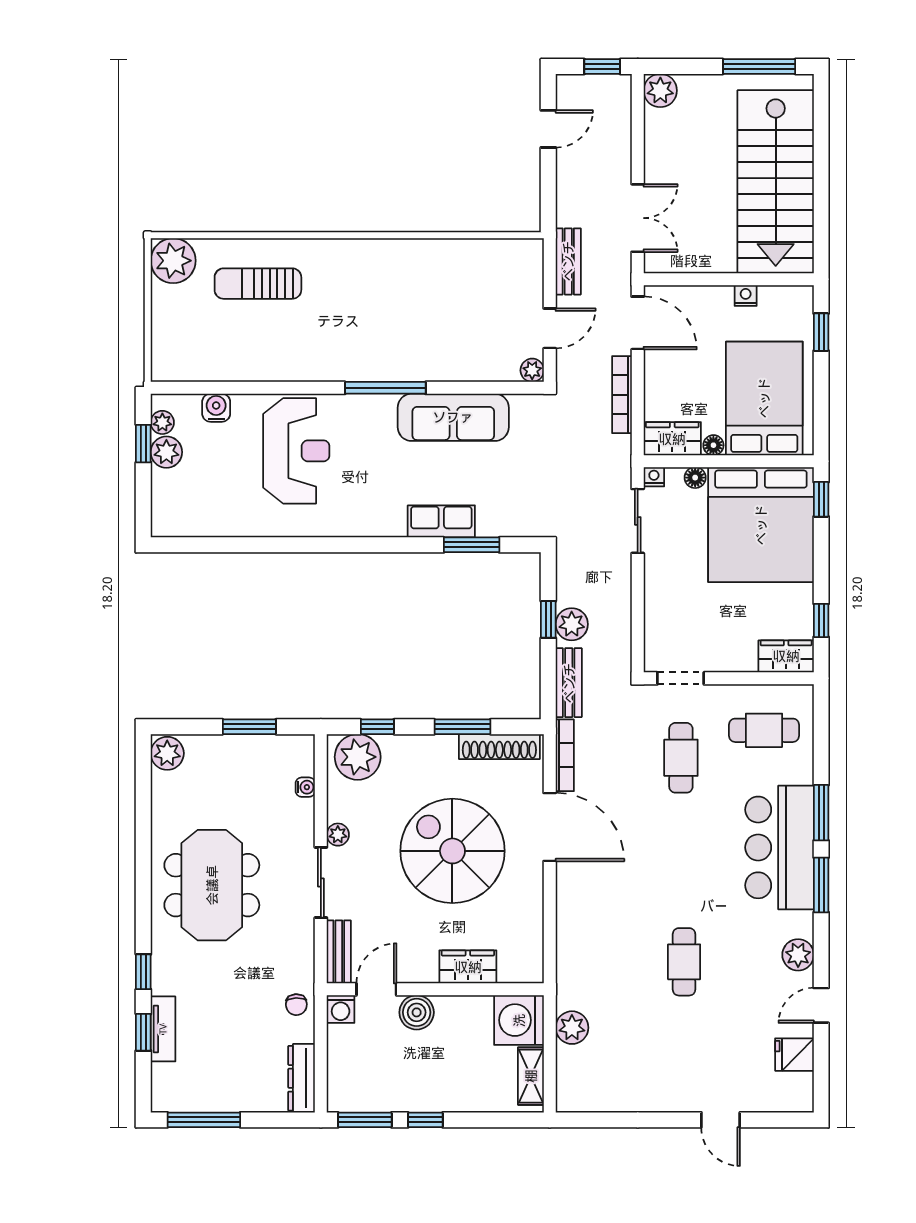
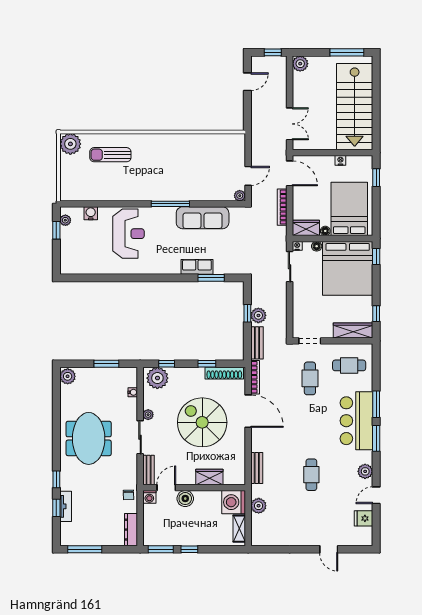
bench: (568, 261) -> (257, 468), moved
plant: (166, 452) -> (67, 234), removed
wardrobe: (786, 656) -> (353, 331), width x1.50
window: (462, 727) -> (207, 364), width x0.67

